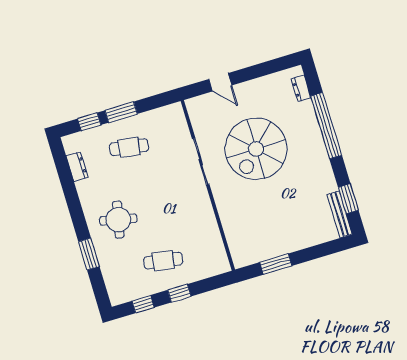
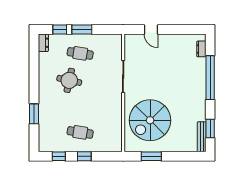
spiral stairs: (256, 149) -> (150, 120), moved
dresser: (77, 167) -> (43, 43), moved
round table: (118, 220) -> (69, 80), moved

